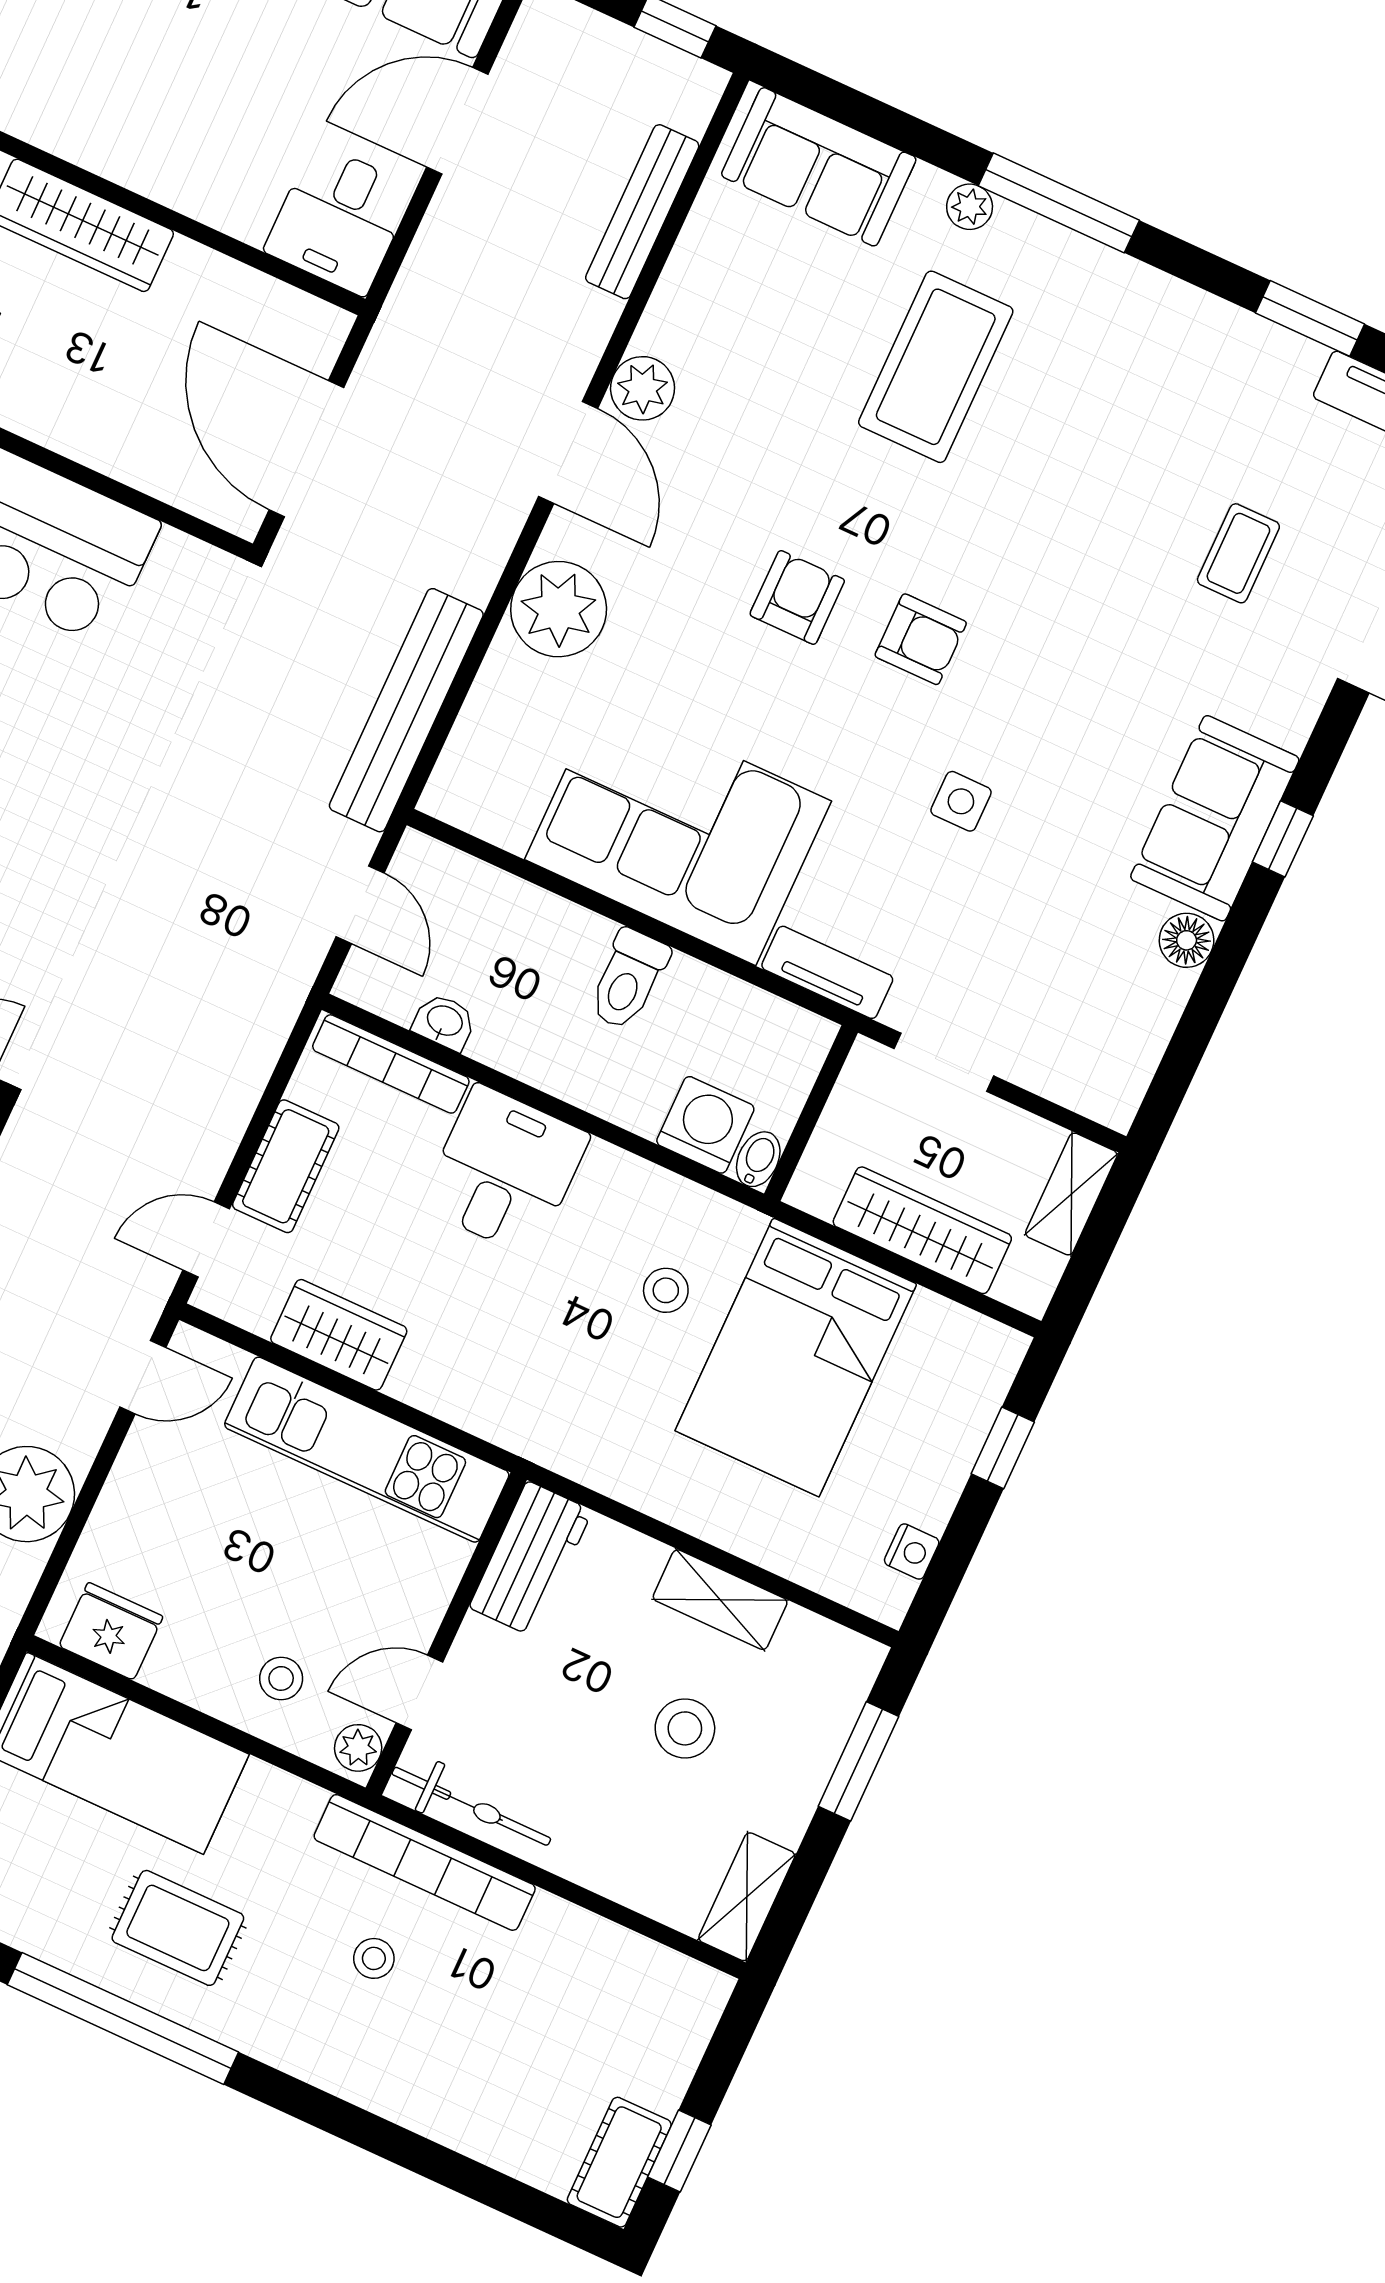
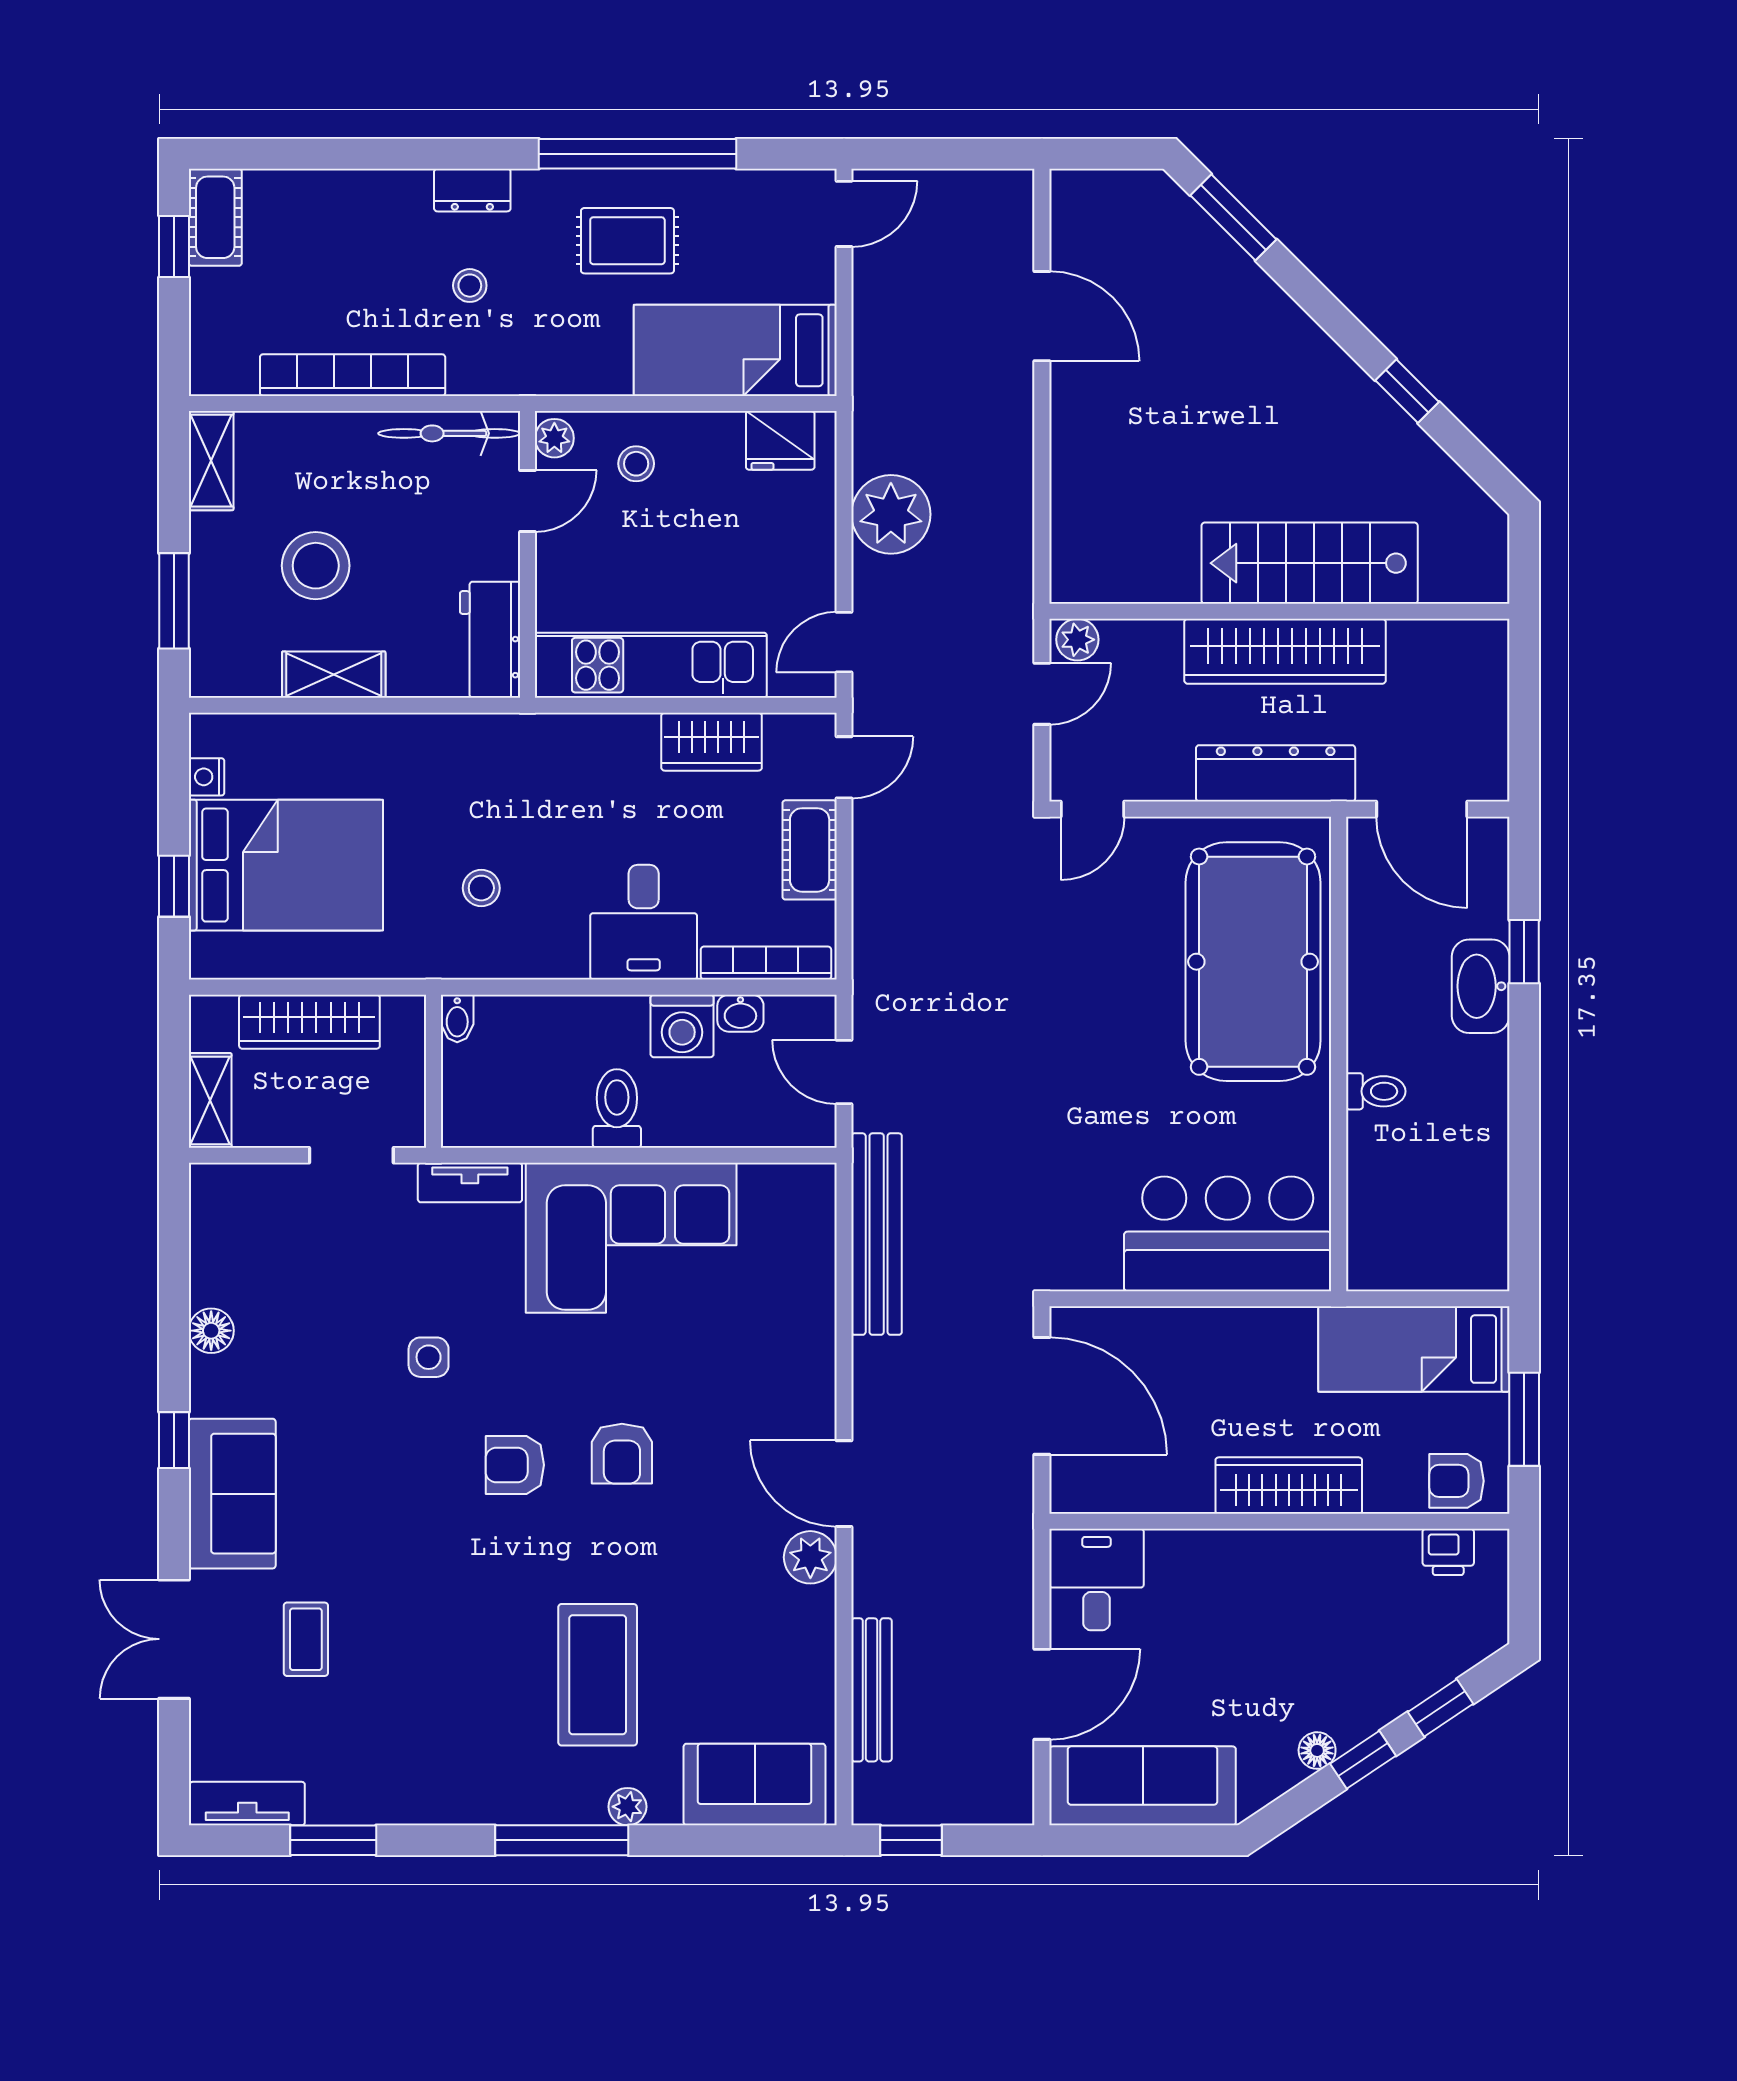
plant: (559, 609) -> (797, 1363), removed
sofa: (1215, 818) -> (232, 1494), moved
washing machine: (705, 1125) -> (682, 1026), moved
bed: (796, 1357) -> (286, 865), moved, turned 90
stool: (685, 1728) -> (316, 566), width x1.38, depth x1.38
bookcase: (425, 1862) -> (353, 375), moved
dresser: (323, 2062) -> (472, 190), added

